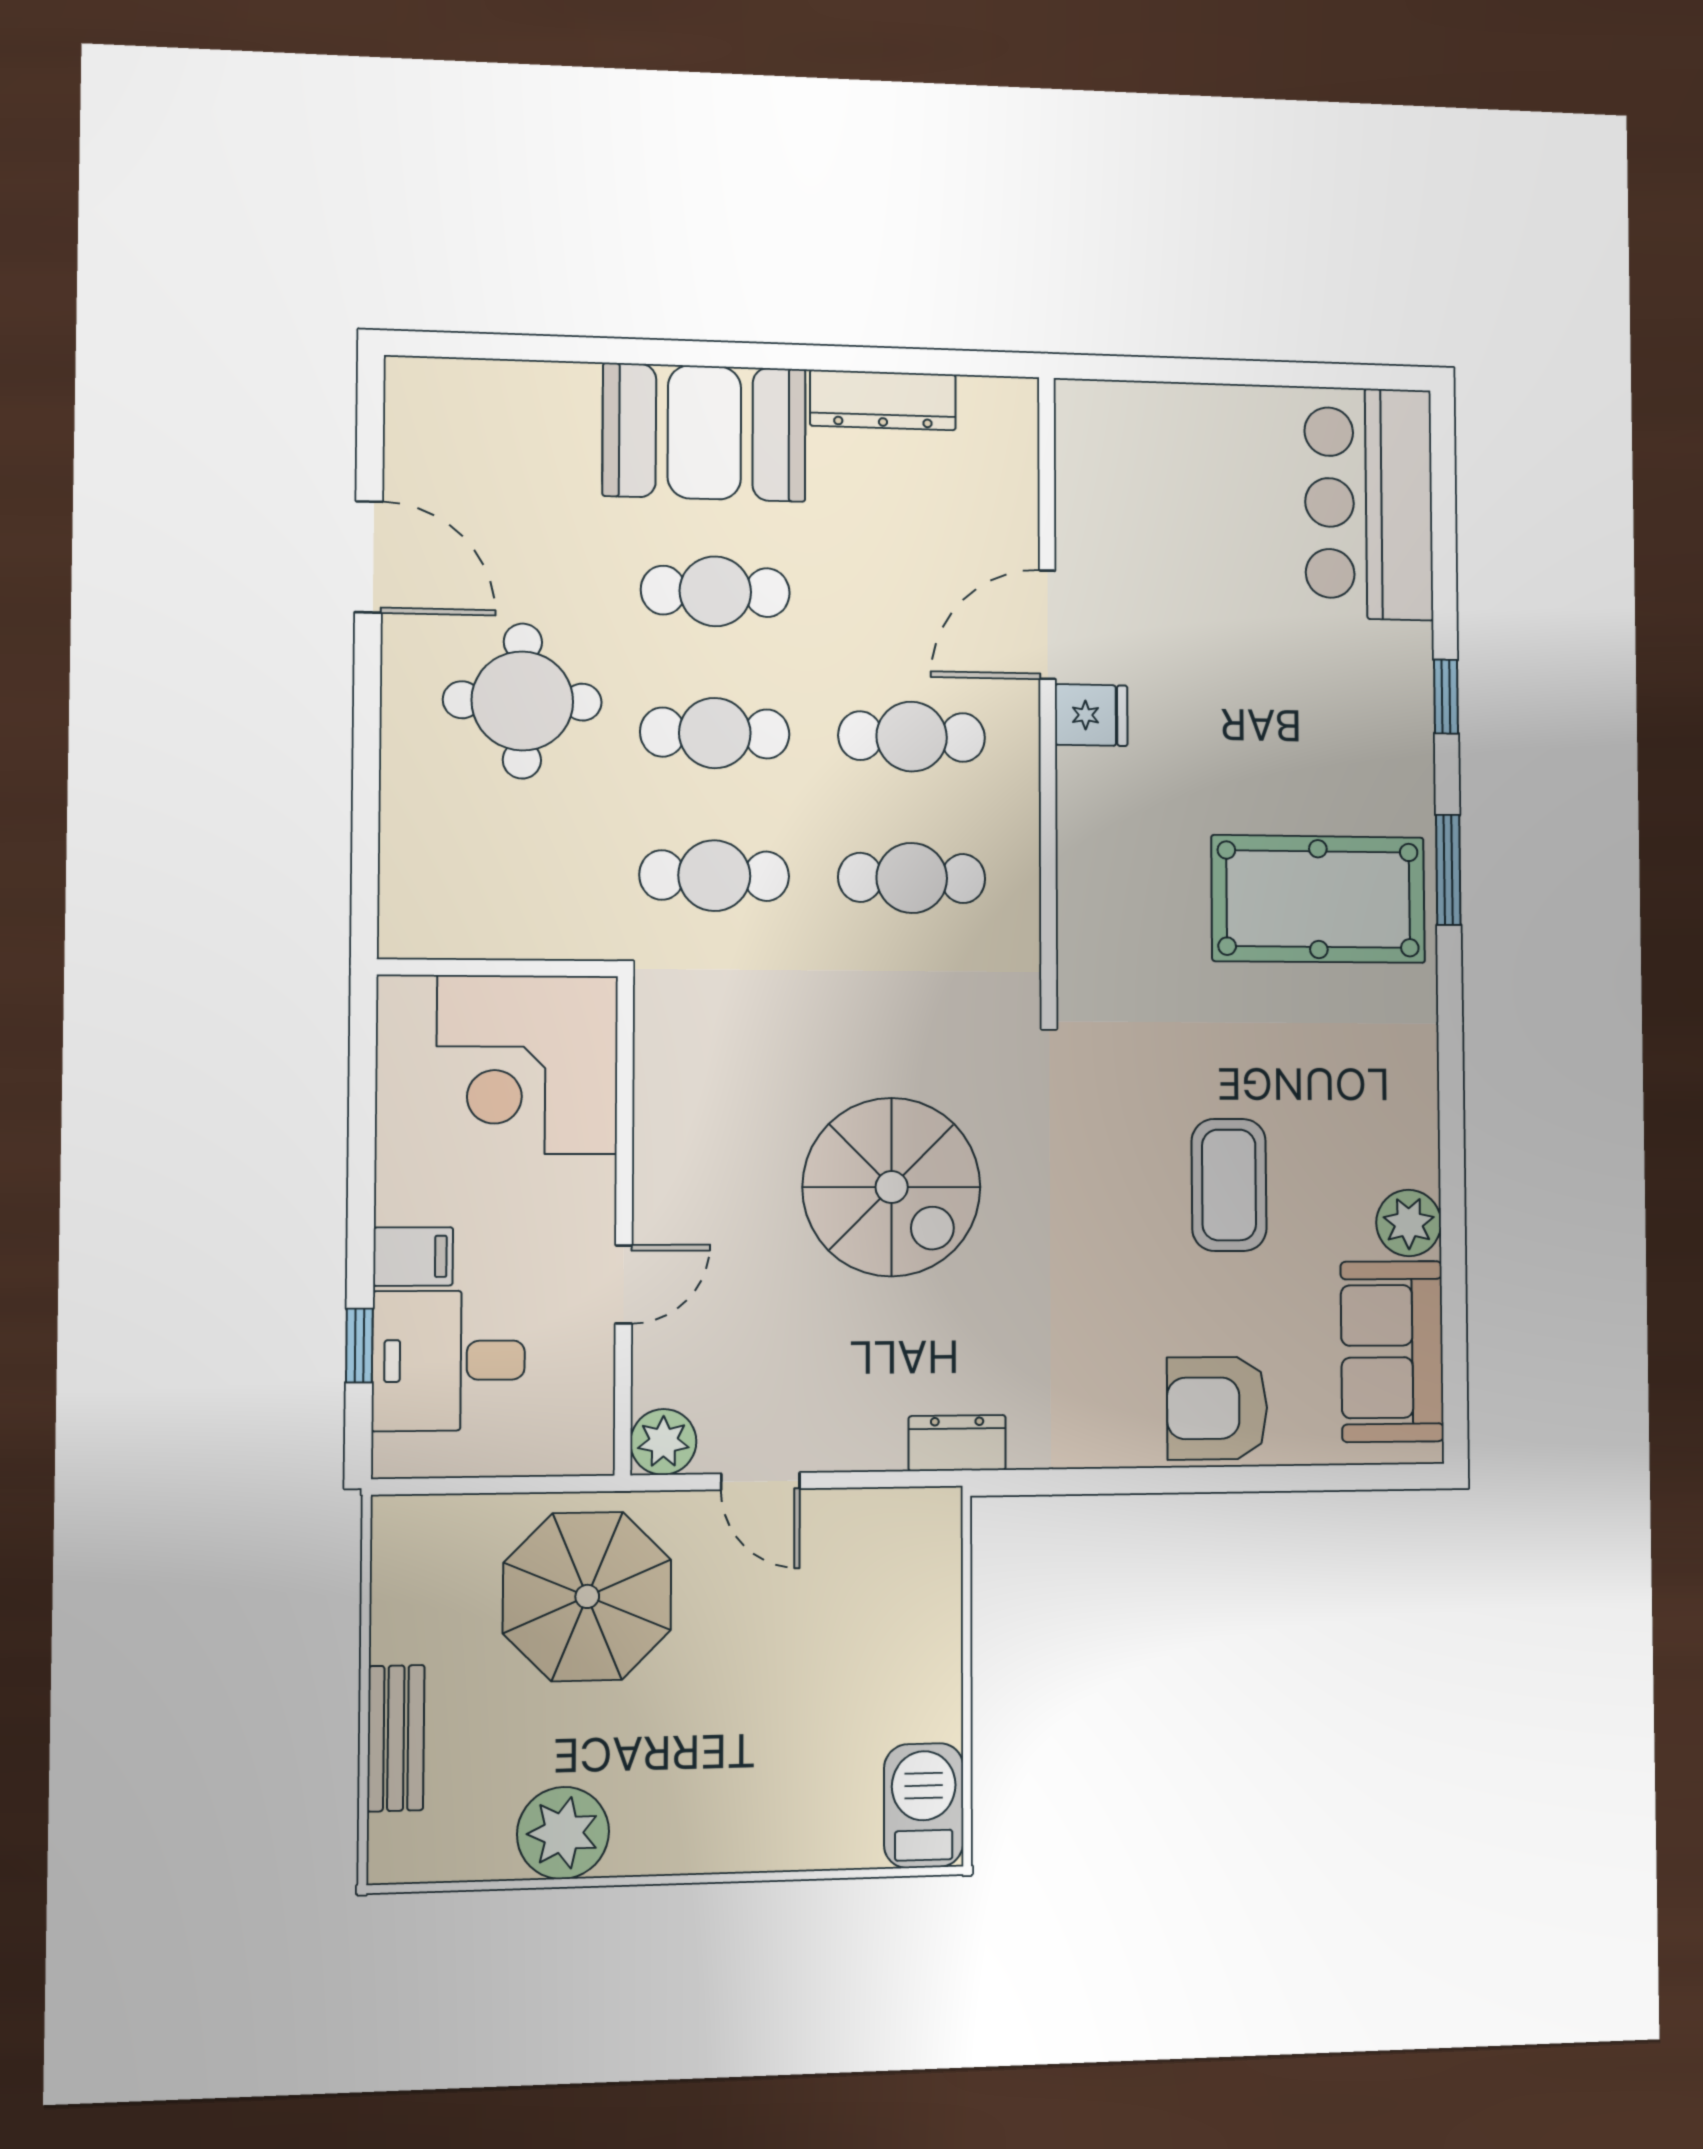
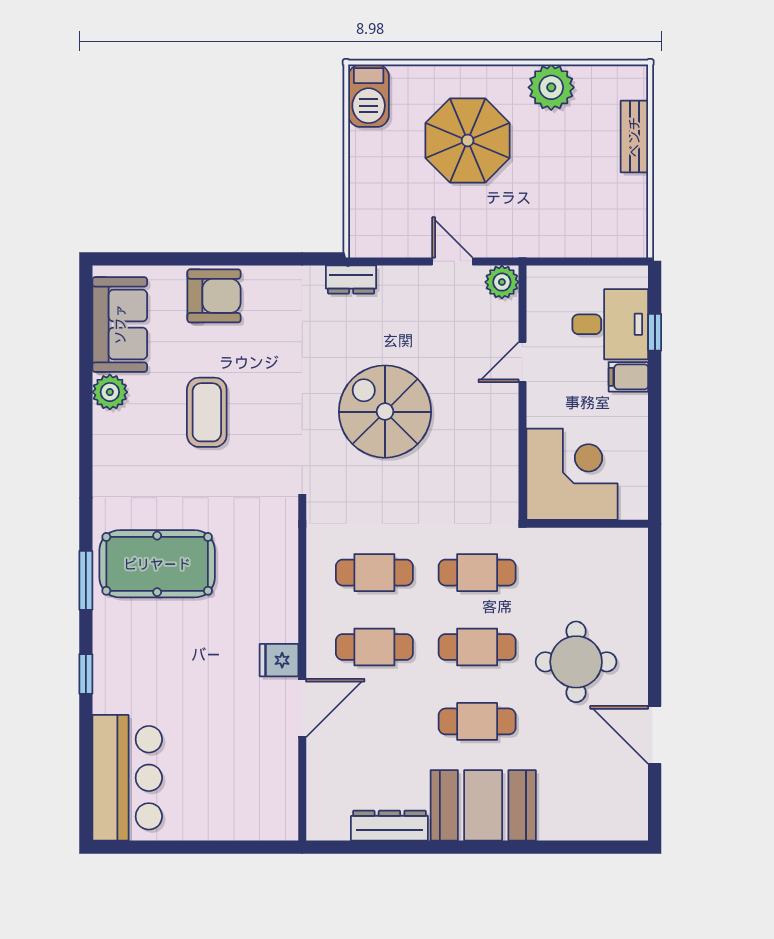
parasol: (587, 1596) -> (468, 140), moved

